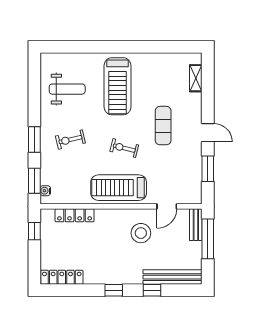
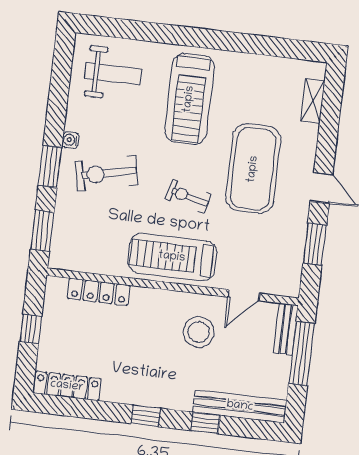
weight bench: (67, 89) -> (113, 74), moved
exercise mat: (163, 126) -> (253, 169), width x2.00, depth x1.45
exercise bike: (70, 140) -> (106, 173), width x1.38, depth x1.39
water cooler: (45, 191) -> (70, 140), moved
window: (34, 231) -> (31, 329), moved

